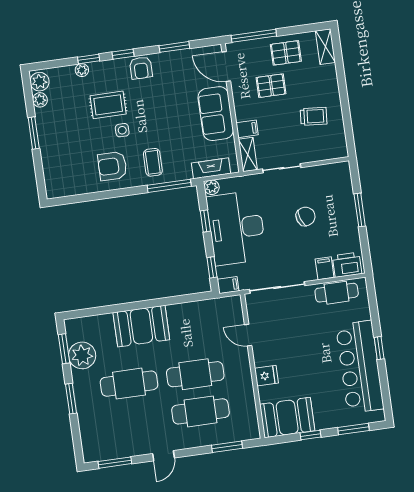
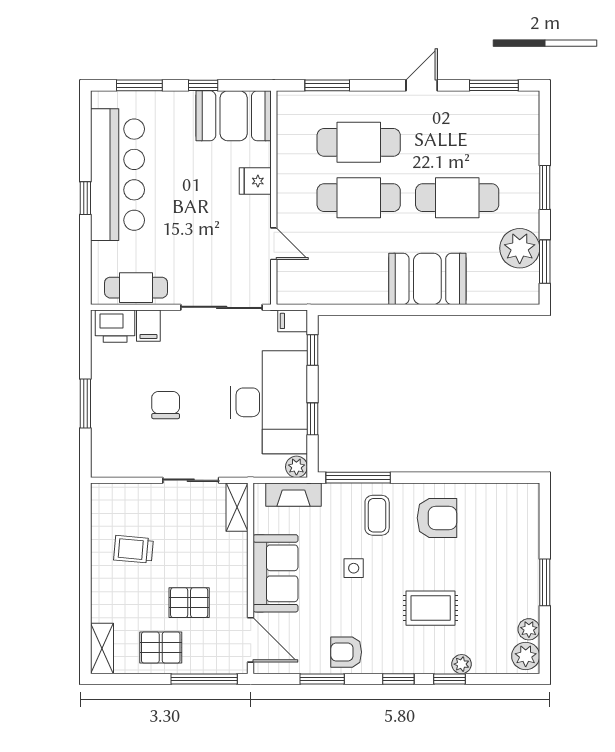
armchair: (141, 68) -> (346, 652), moved, turned -90
filing cabinet: (247, 129) -> (233, 545), removed
side table: (122, 130) -> (354, 568), moved
chair: (306, 216) -> (166, 405), turned 110

